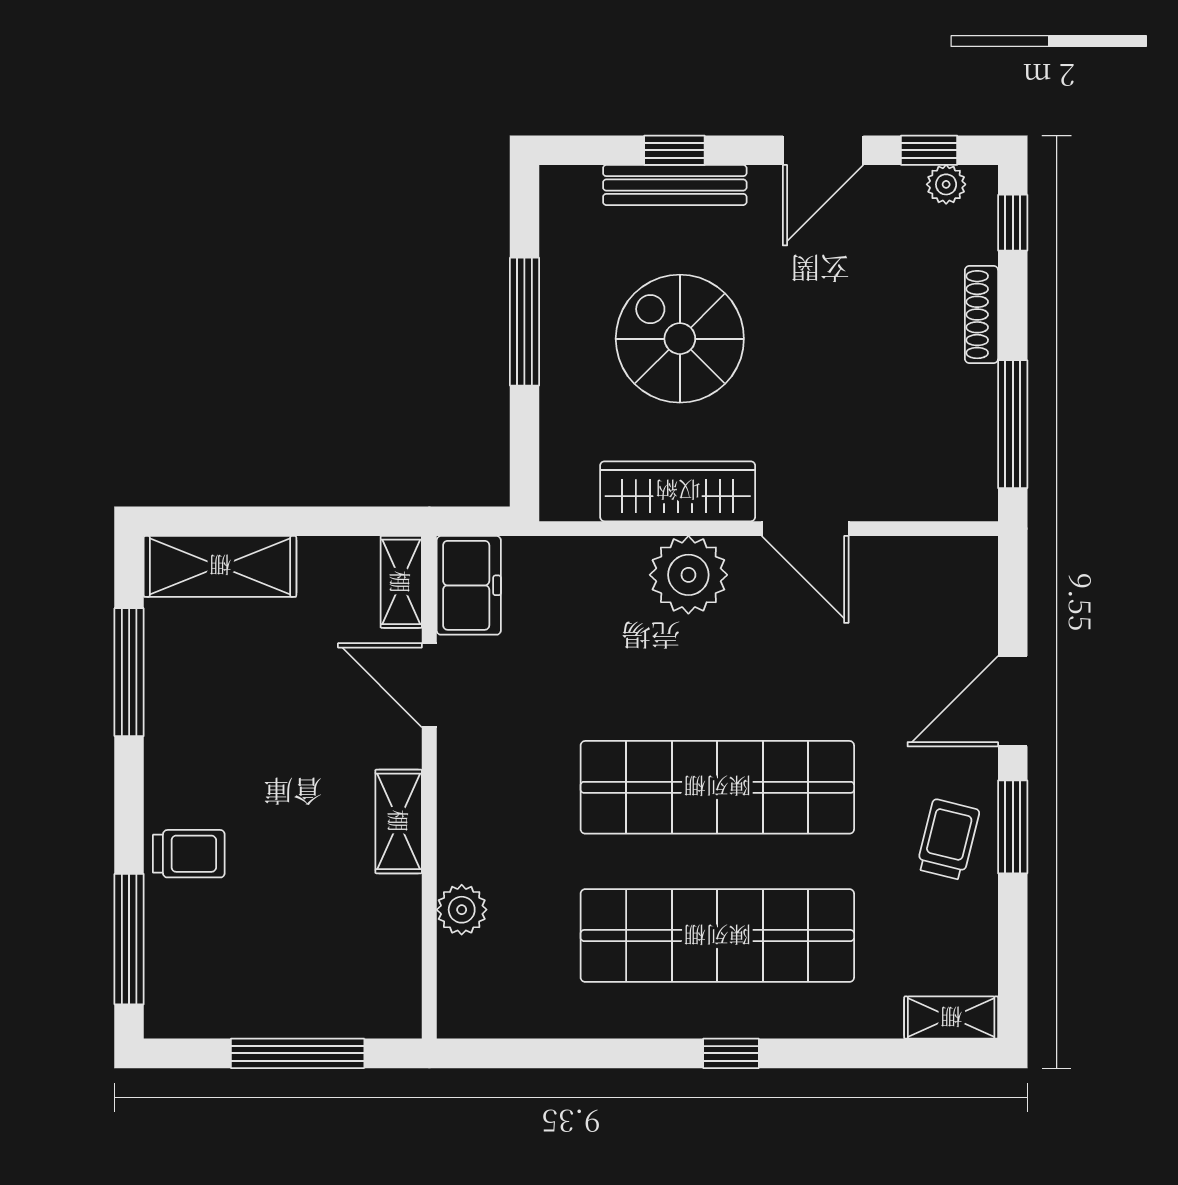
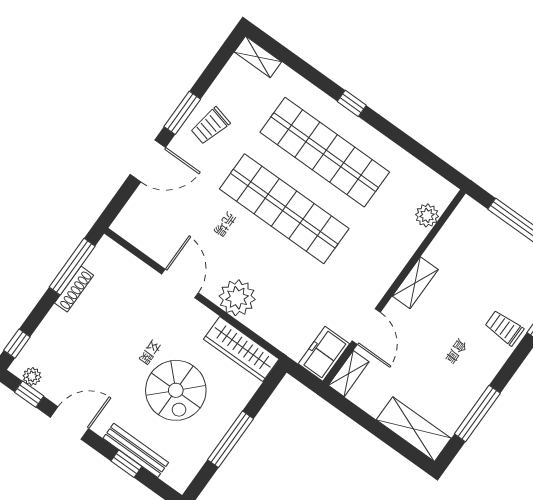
shoe rack: (981, 315) -> (74, 289), moved
wardrobe: (678, 491) -> (241, 349), moved
plant: (462, 910) -> (427, 215), moved

